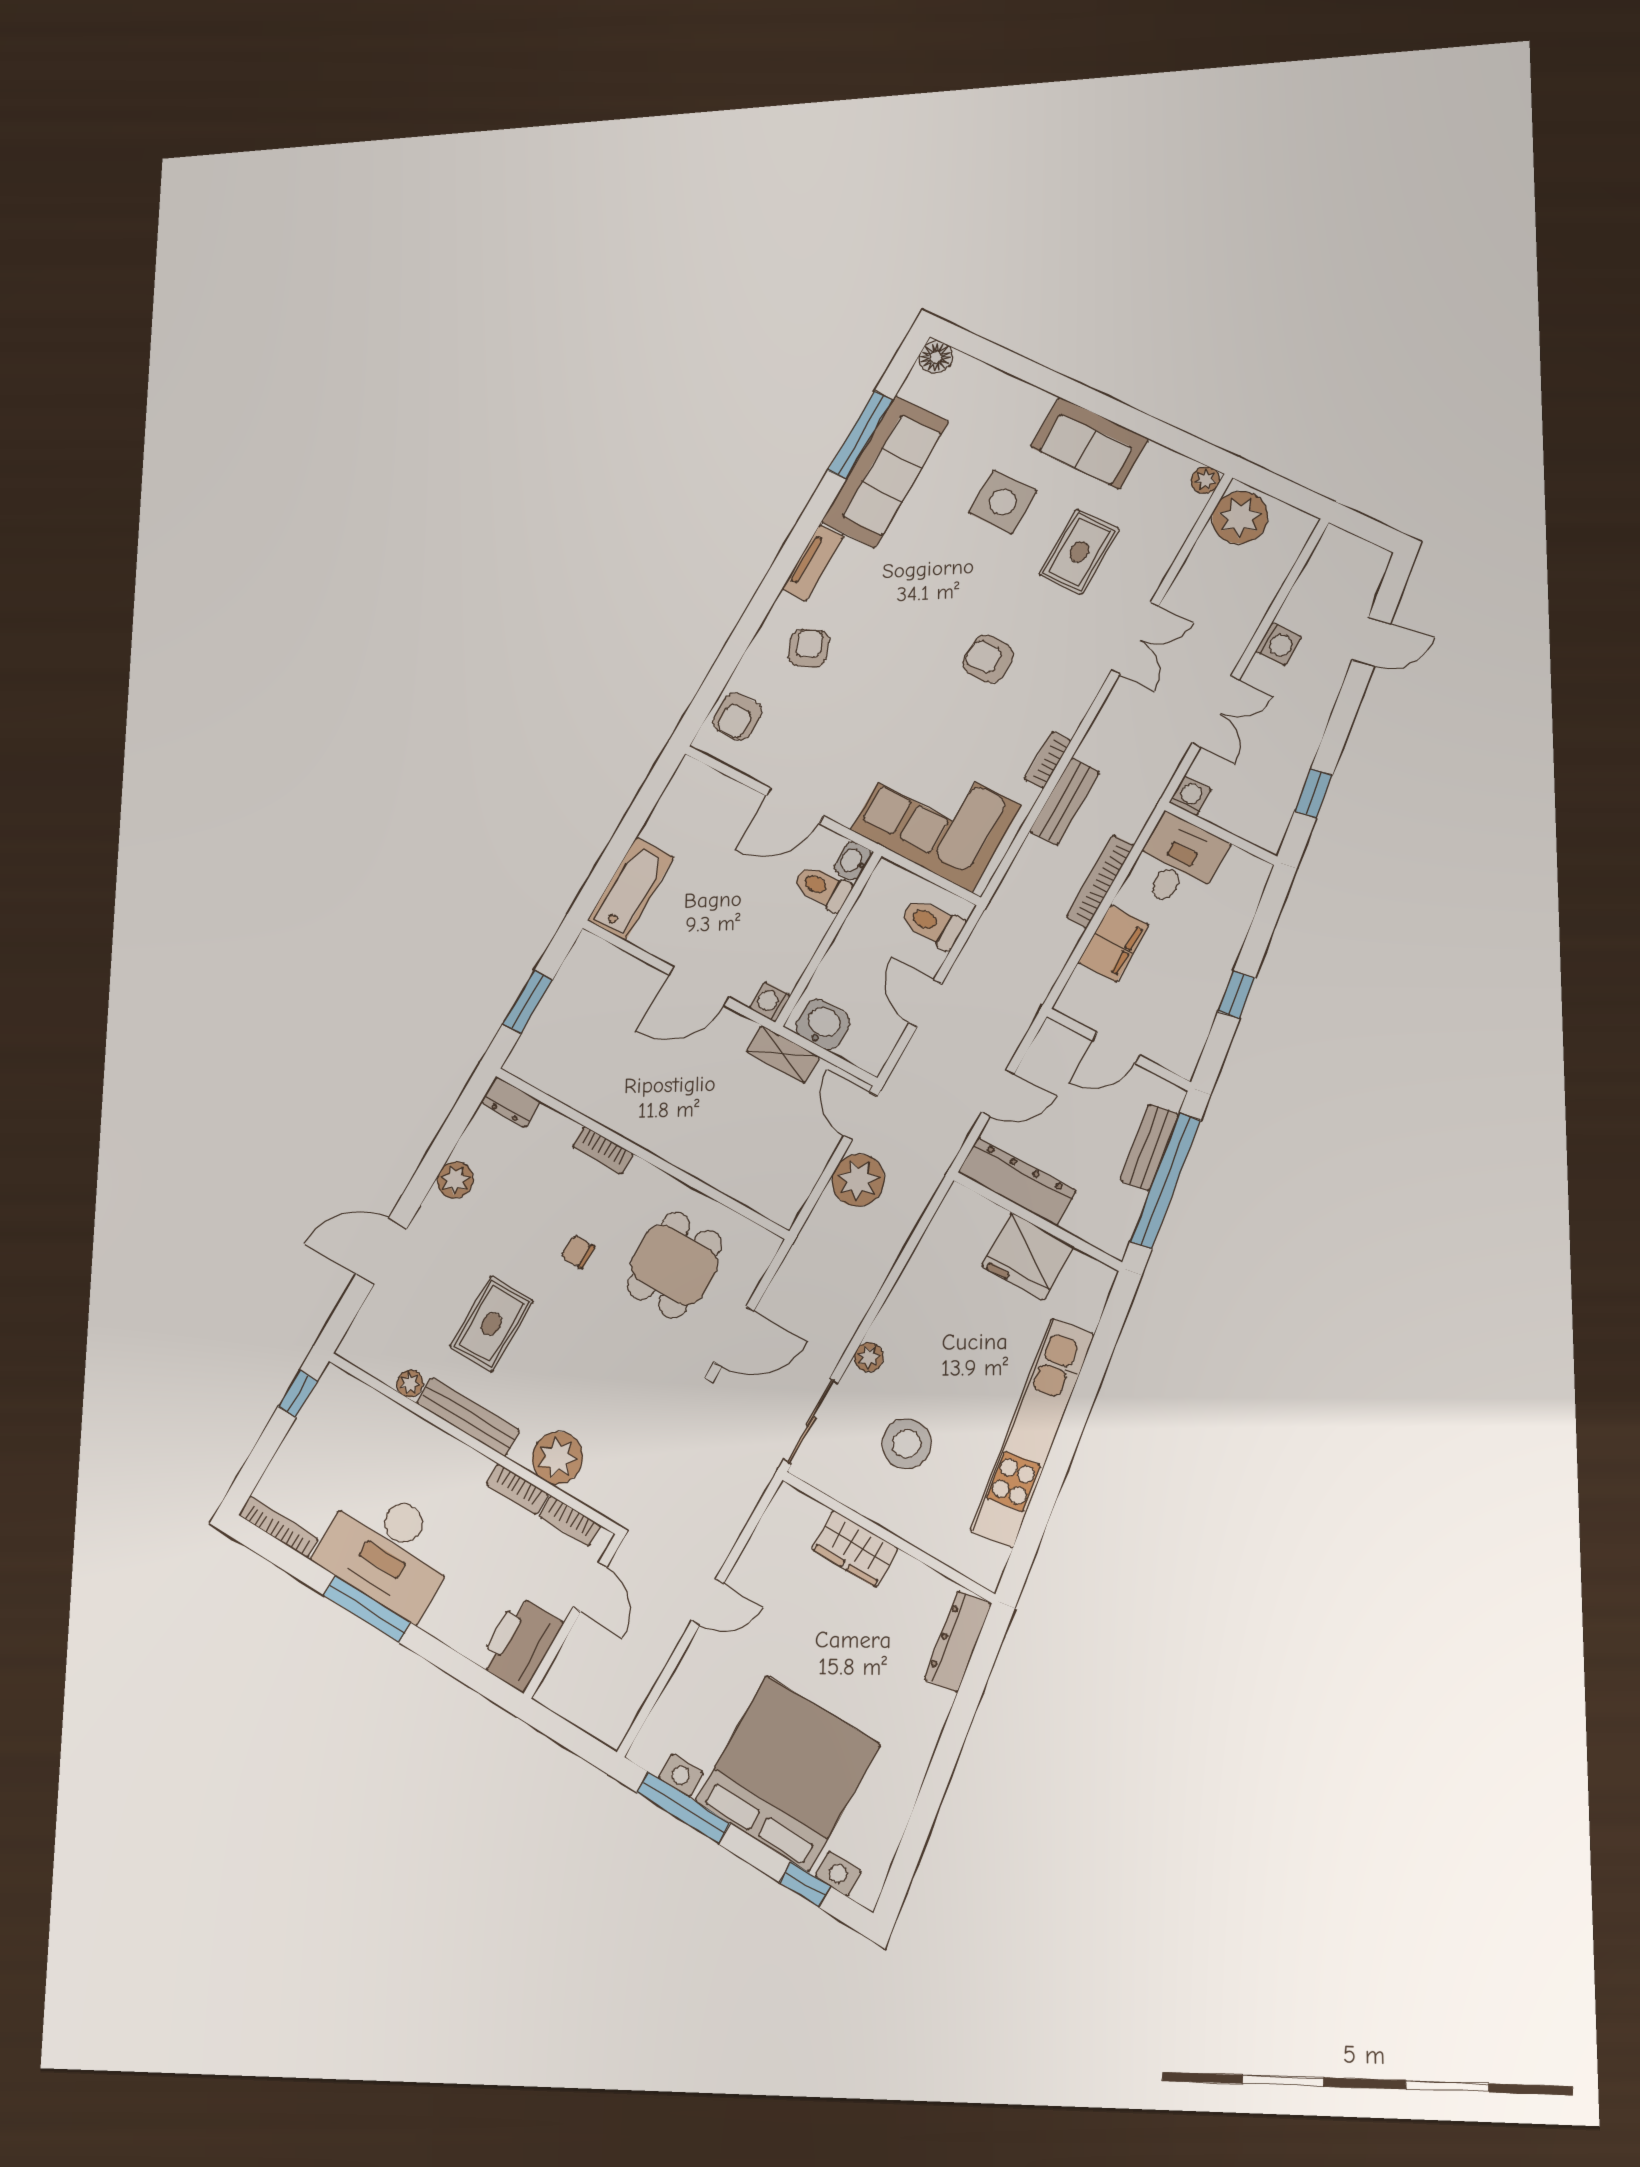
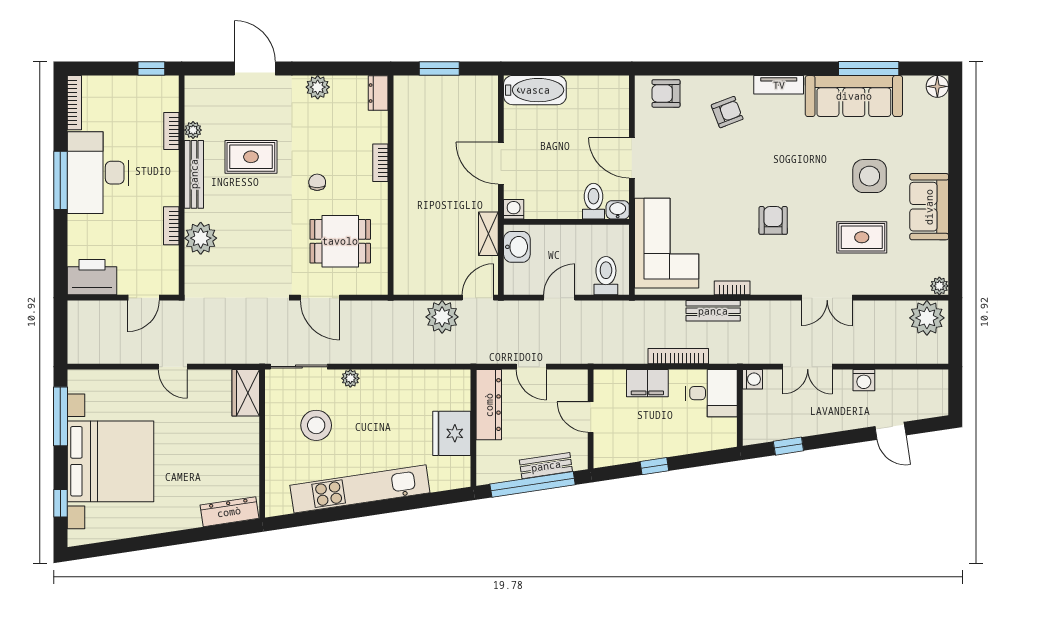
bookcase: (570, 1521) -> (171, 131), moved
wardrobe: (855, 1549) -> (246, 393), moved

